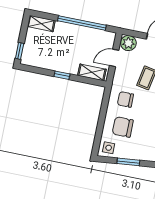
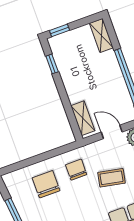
window: (62, 75) -> (52, 64), moved
side table: (109, 148) -> (16, 183), removed

